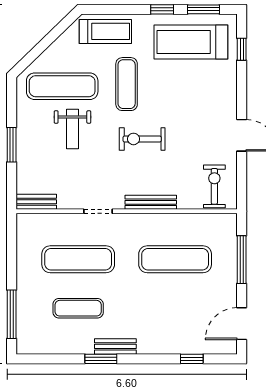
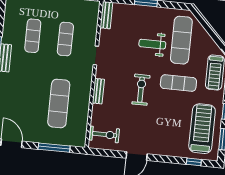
bench: (151, 202) -> (98, 91), width x0.73
exercise mat: (78, 259) -> (65, 39), width x0.73, depth x0.69

